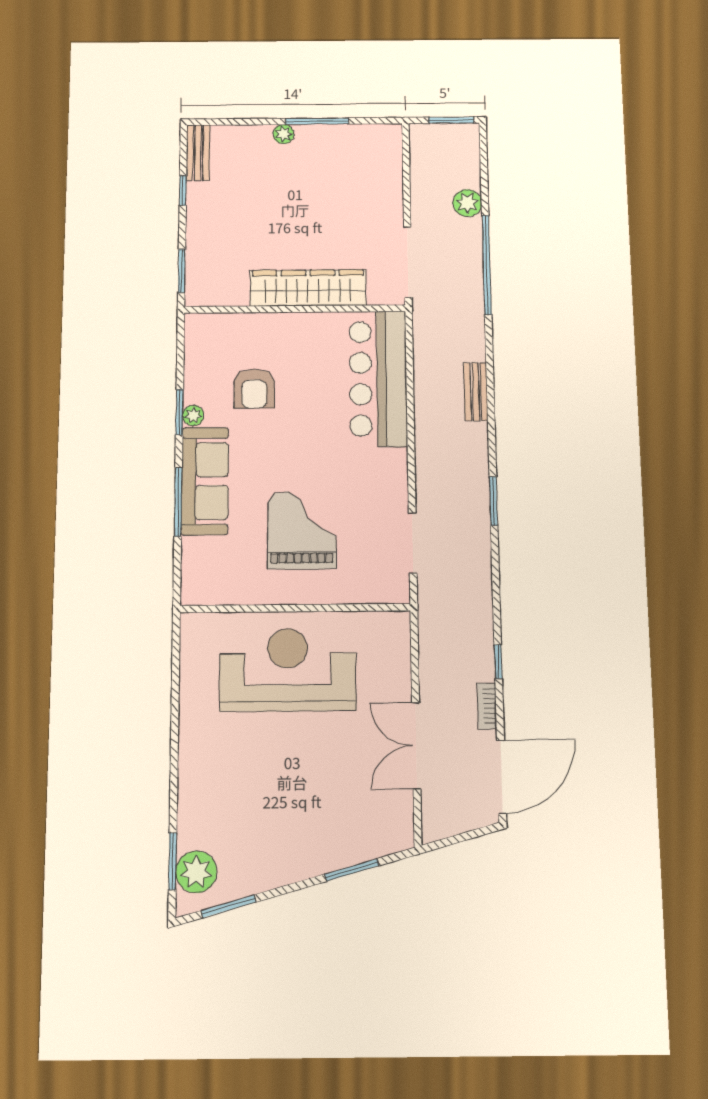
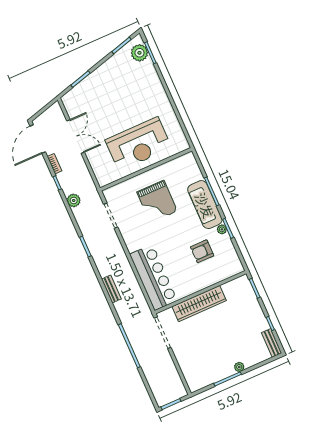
plant: (467, 203) -> (74, 200), moved
armchair: (254, 389) -> (202, 251), turned -90

